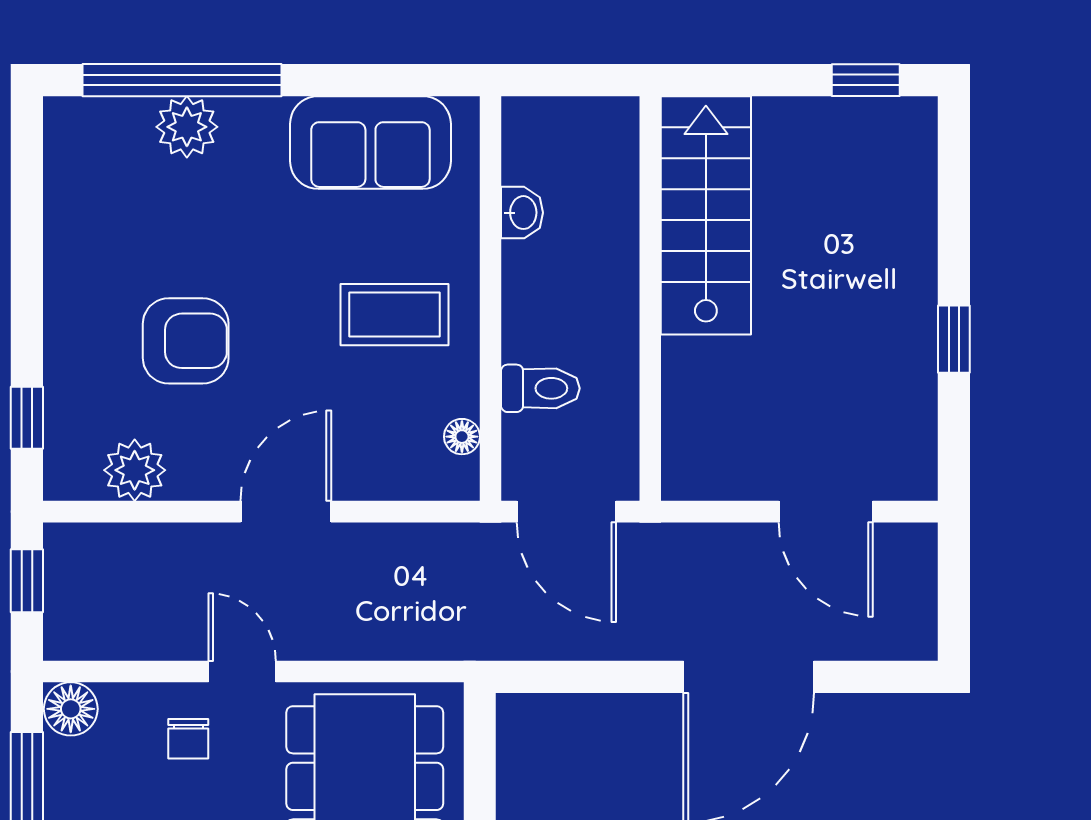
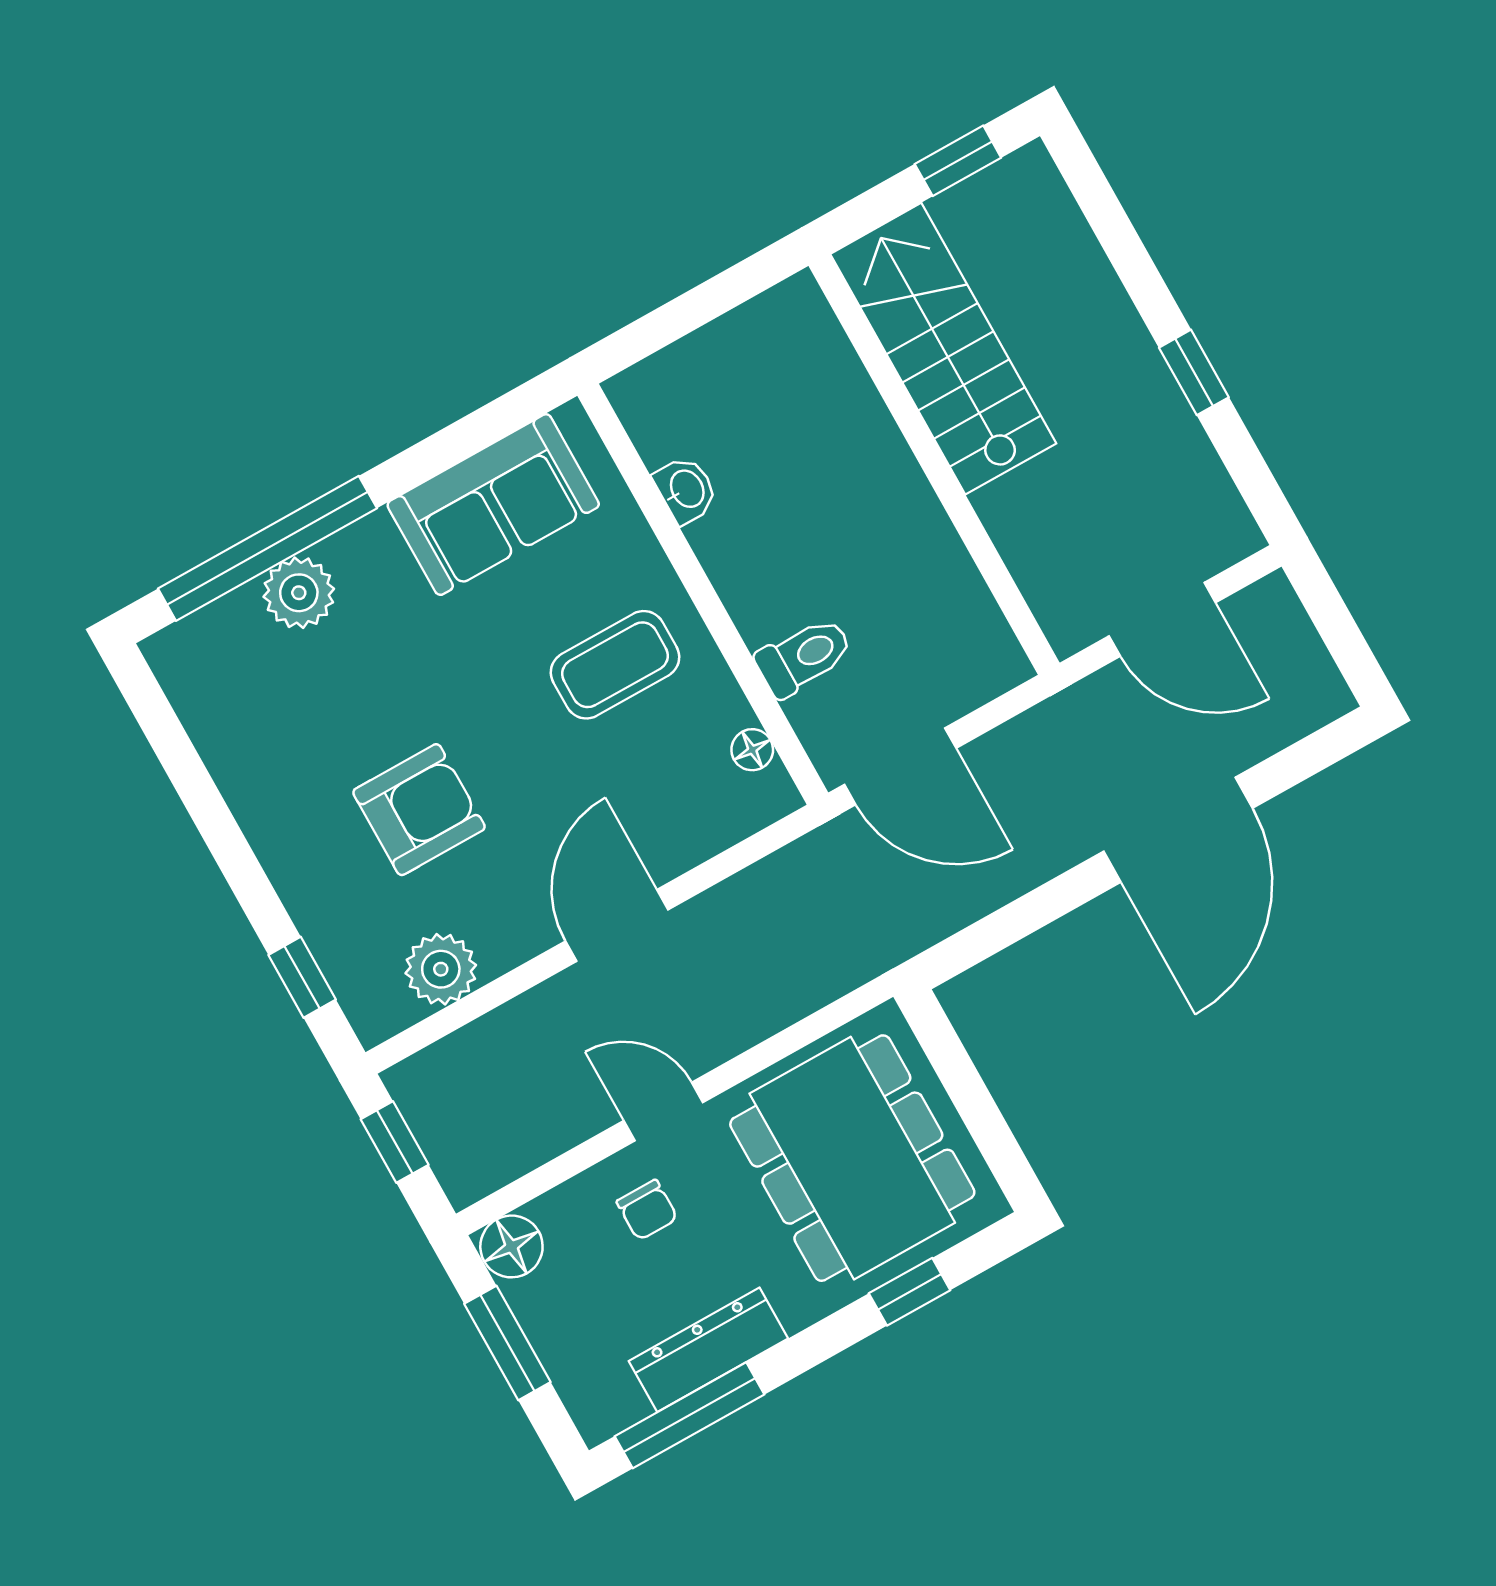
stairs: (706, 215) -> (943, 349), moved
wall: (650, 298) -> (934, 464), moved

